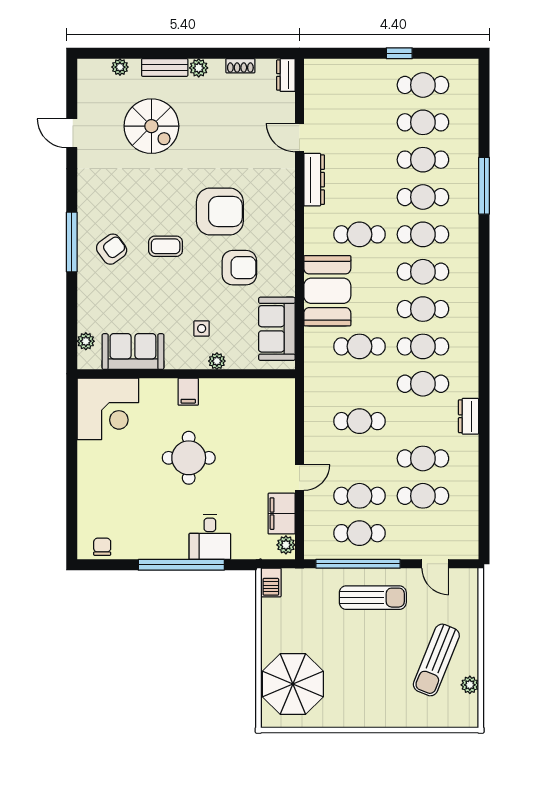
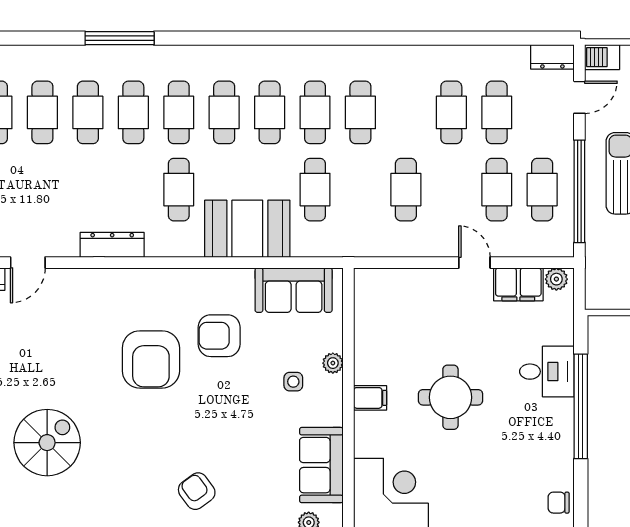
door: (299, 137) -> (28, 263), moved
armchair: (220, 212) -> (151, 359), turned 180
coffee table: (166, 246) -> (193, 425), removed
armchair: (239, 268) -> (219, 336), turned -90
dresser: (469, 416) -> (552, 57), moved
barbecue: (271, 582) -> (602, 57), moved, turned 180

